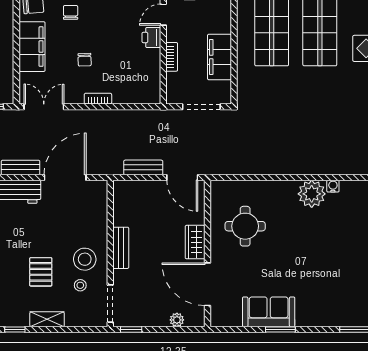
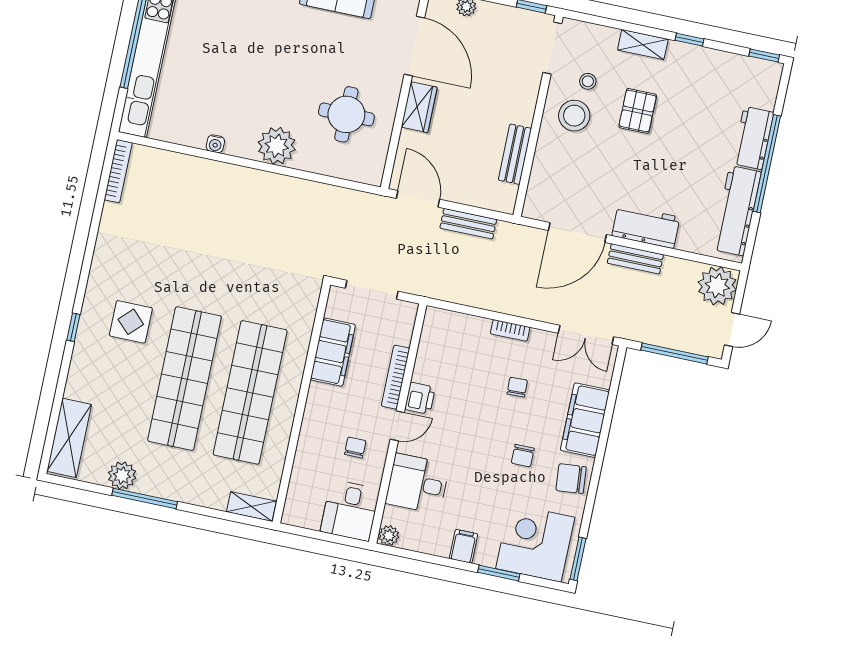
bookcase: (172, 57) -> (395, 377), width x1.56
plant: (312, 194) -> (277, 146), moved
bench: (121, 248) -> (515, 154), moved

